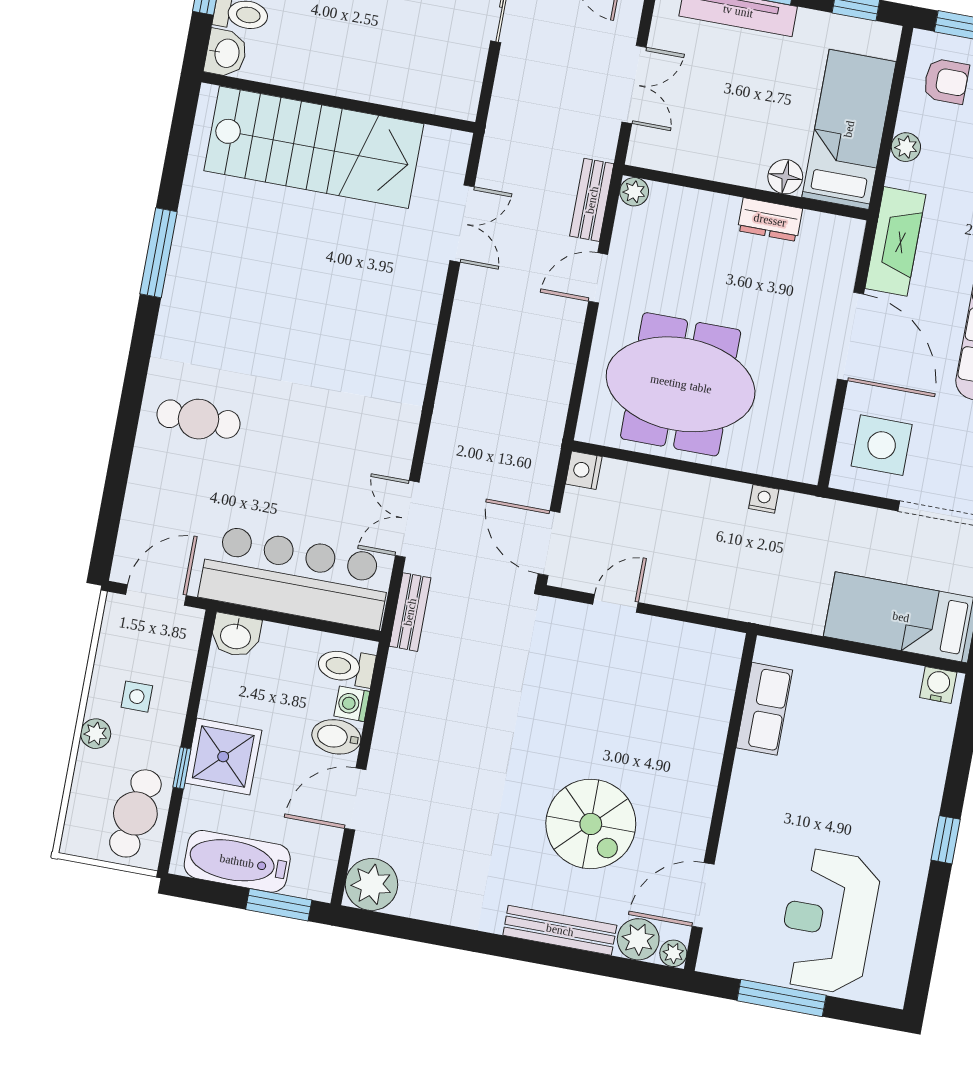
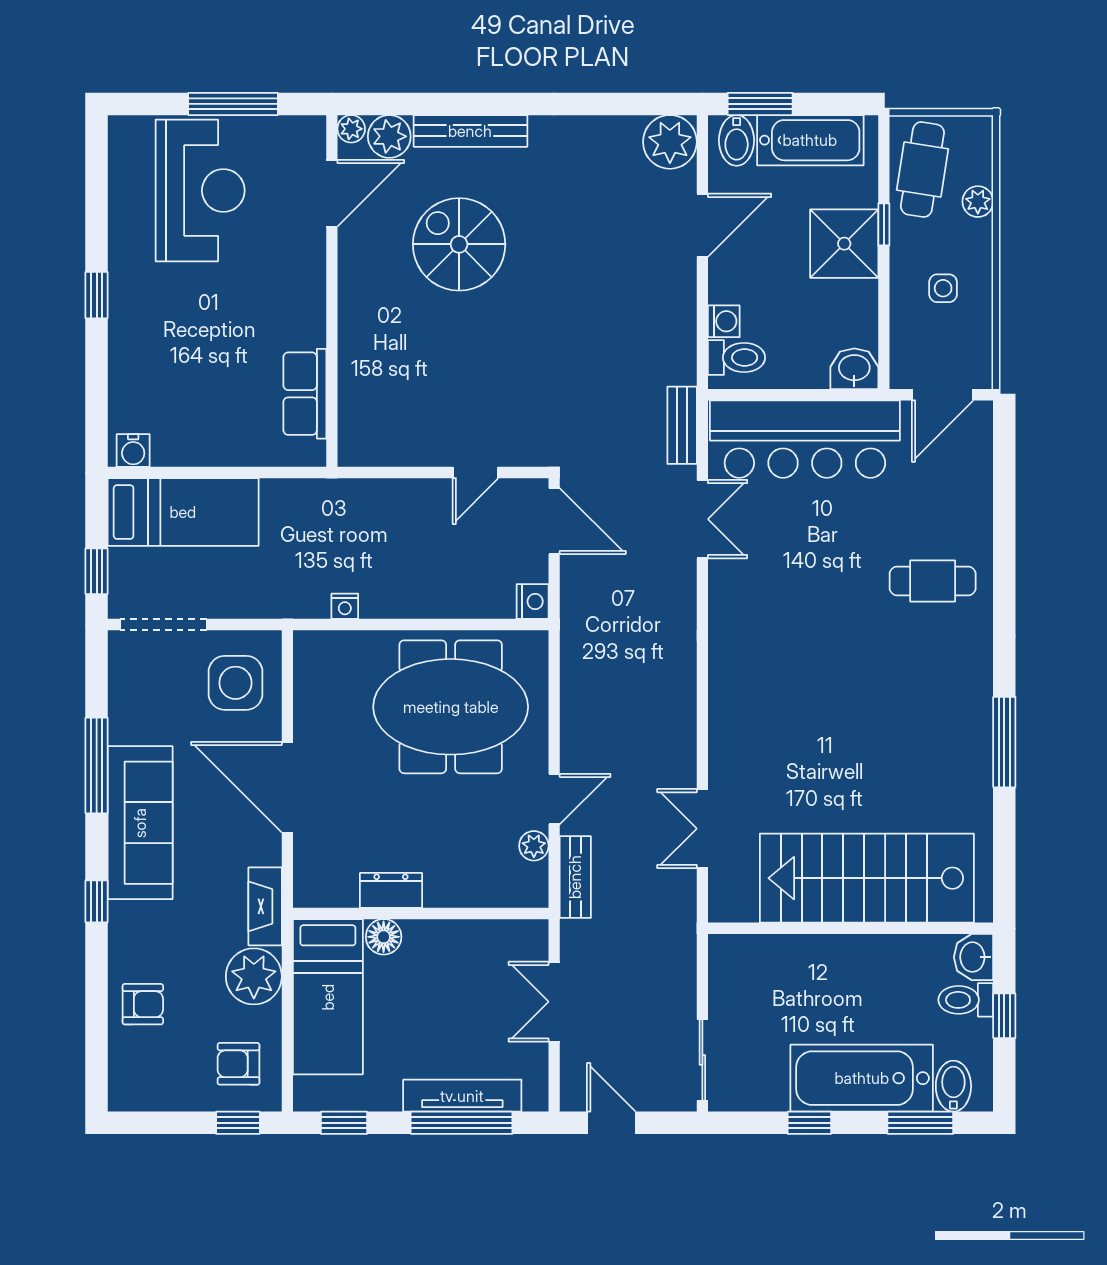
plant: (906, 147) -> (254, 976), width x1.88, depth x1.88
plant: (634, 192) -> (534, 846), moved
fireplace: (895, 241) -> (265, 906), width x0.73, depth x0.76
plant: (96, 734) -> (978, 202), moved
bidet: (336, 737) -> (737, 140), moved, turned 90

